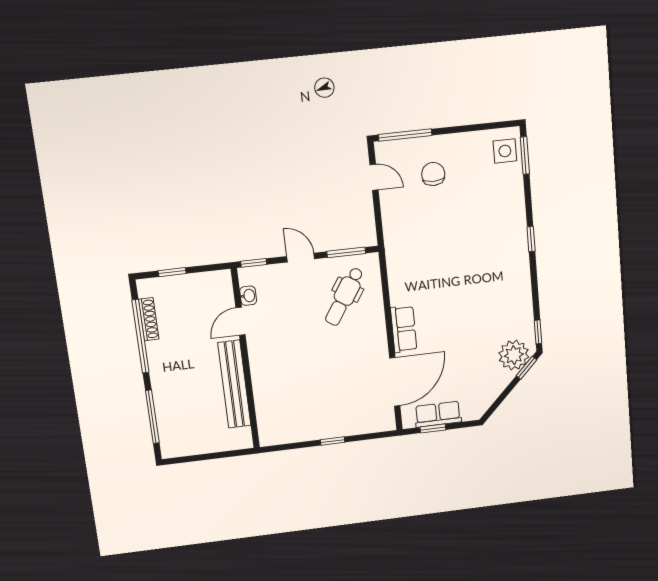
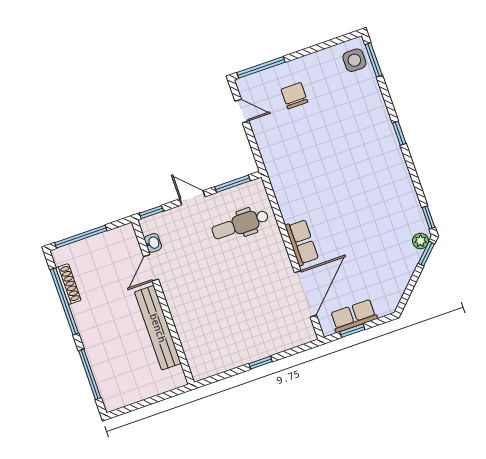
window: (172, 272) -> (81, 237), width x2.17
dental chair: (344, 297) -> (240, 224), turned 57
plant: (514, 355) -> (420, 241), width x0.53, depth x0.53

